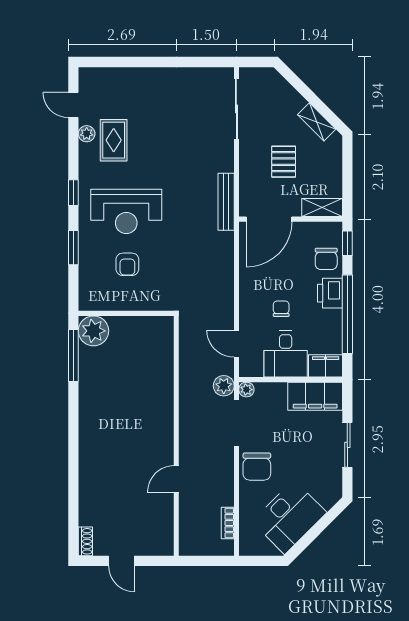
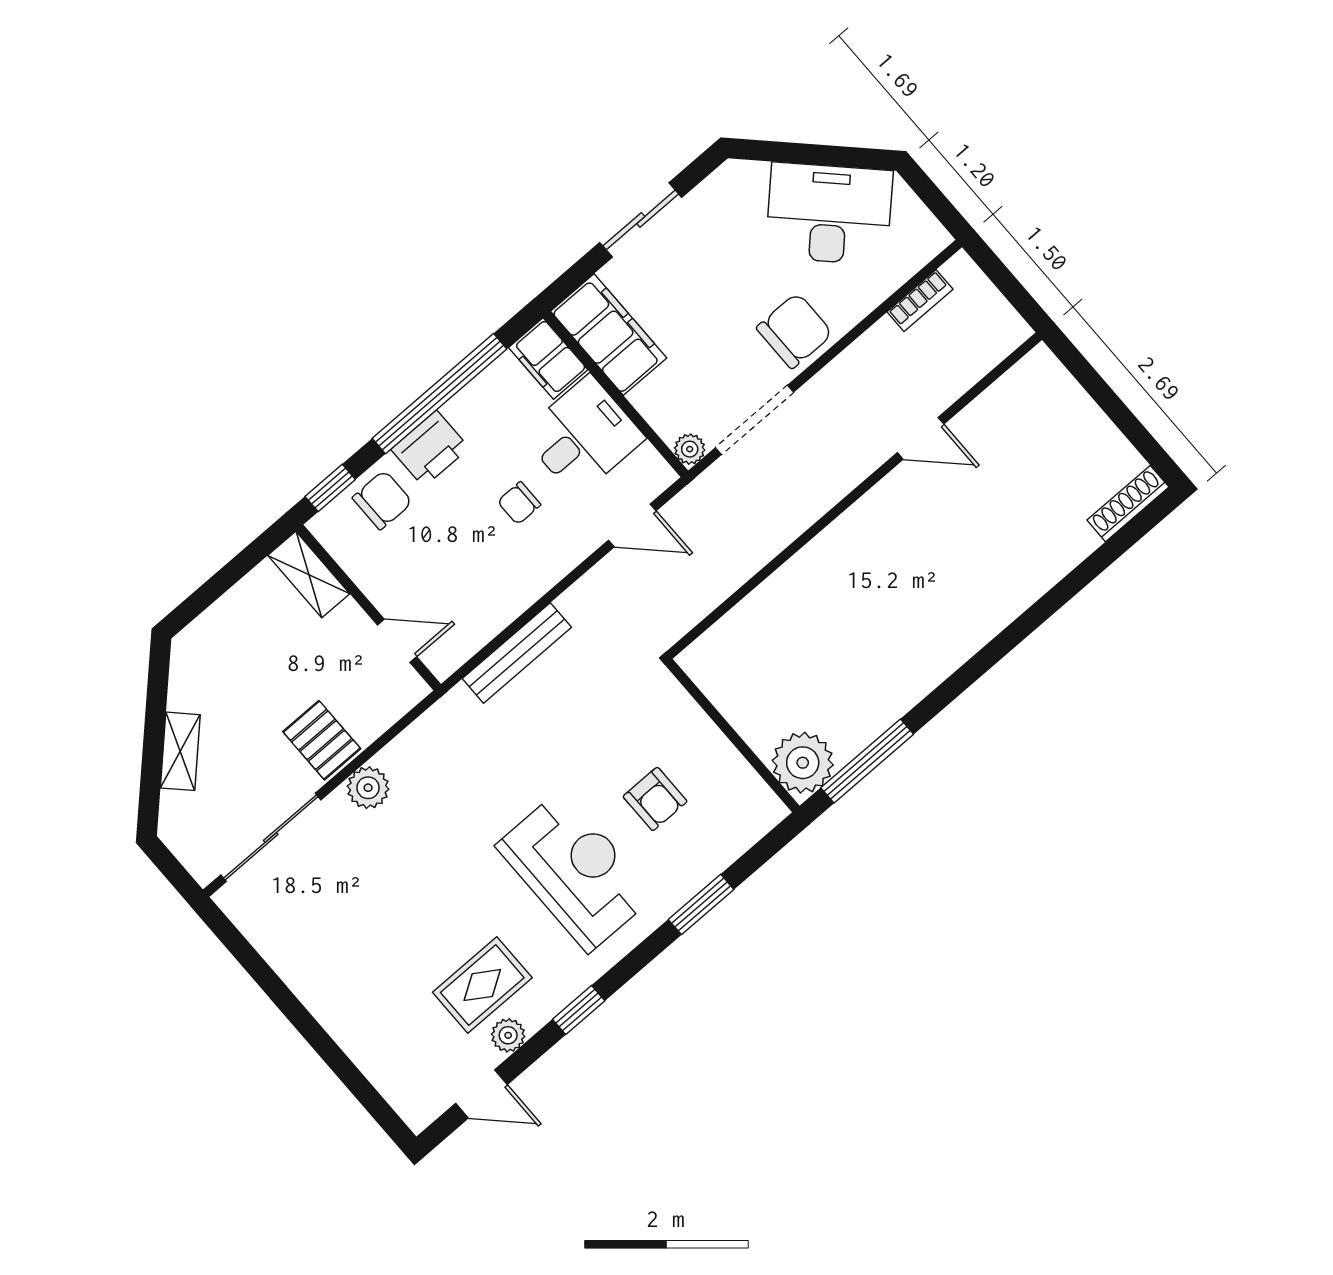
door: (73, 105) -> (481, 1094), hinge flipped
shelving: (317, 122) -> (180, 751), moved
pallet: (284, 162) -> (322, 740), moved, turned 90
window: (73, 193) -> (579, 1010), moved
bench: (226, 202) -> (517, 653), moved
door: (269, 219) -> (397, 641), width x0.53
armchair: (127, 264) -> (655, 799), turned 90
door: (236, 344) -> (632, 525), hinge flipped
plant: (224, 386) -> (368, 788), moved
shoe rack: (85, 541) -> (1128, 504), width x1.43
door: (121, 561) -> (1119, 414), removed

